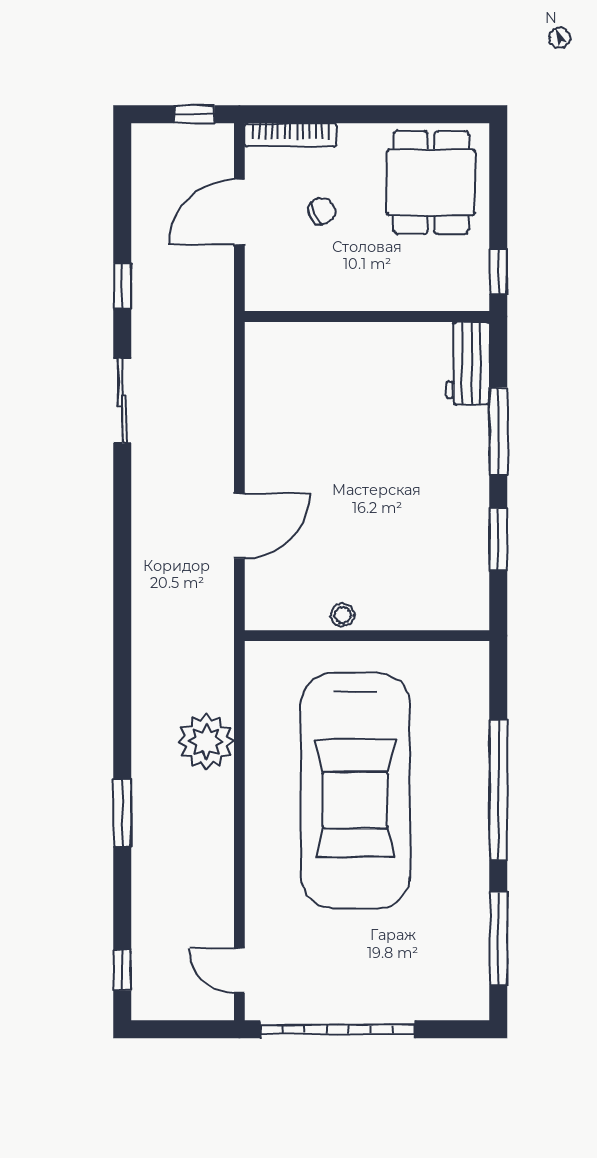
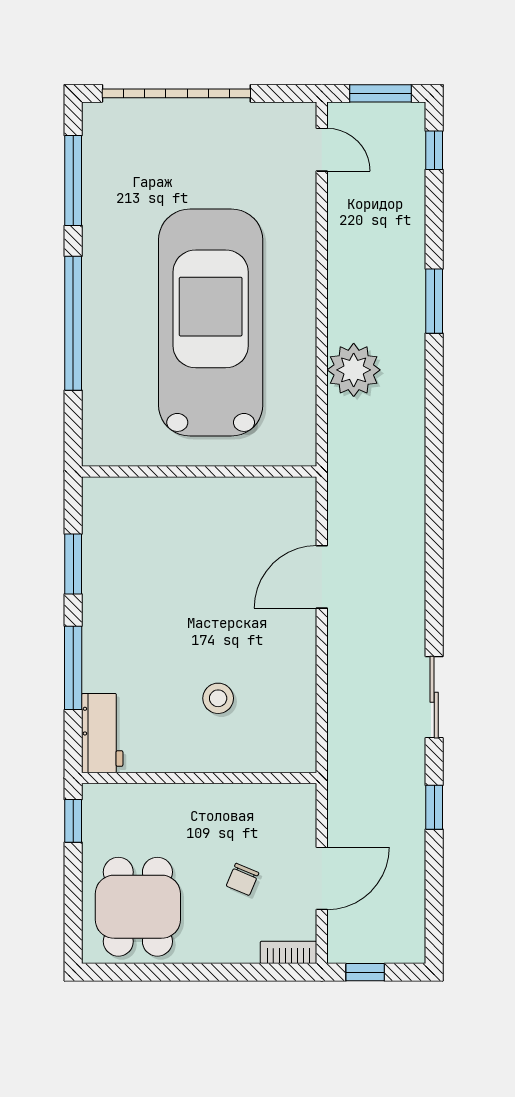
bookcase: (290, 135) -> (289, 952), width x0.64
chair: (322, 211) -> (243, 879), turned -42
stool: (343, 615) -> (218, 698), moved, width x1.37, depth x1.37
window: (178, 1029) -> (381, 93), added
garage door: (338, 1029) -> (176, 93), moved

